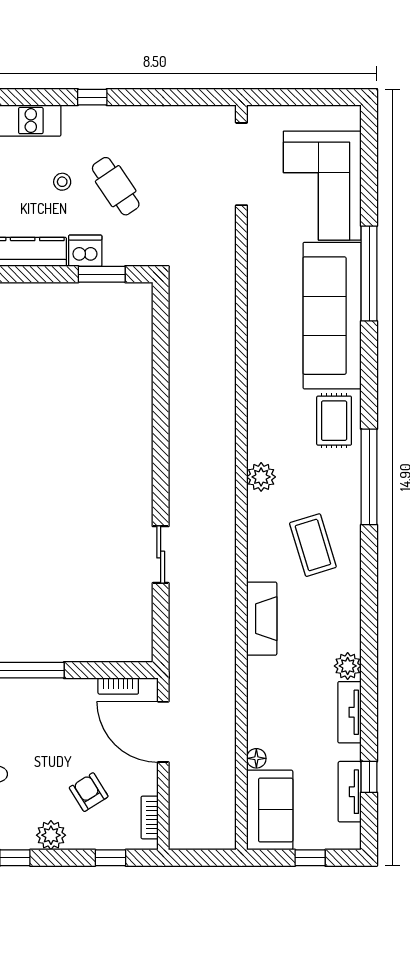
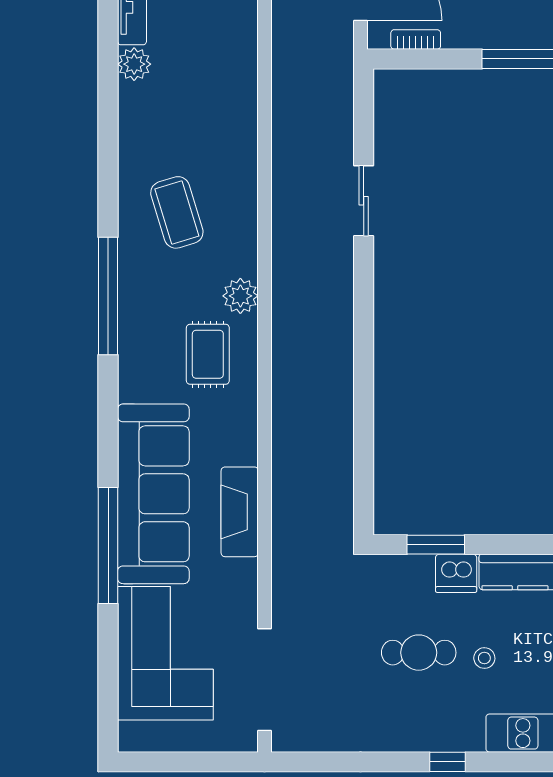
cafe table: (116, 186) -> (419, 653), turned -56
rug: (334, 421) -> (208, 354), moved
fireplace: (262, 619) -> (240, 512), moved

